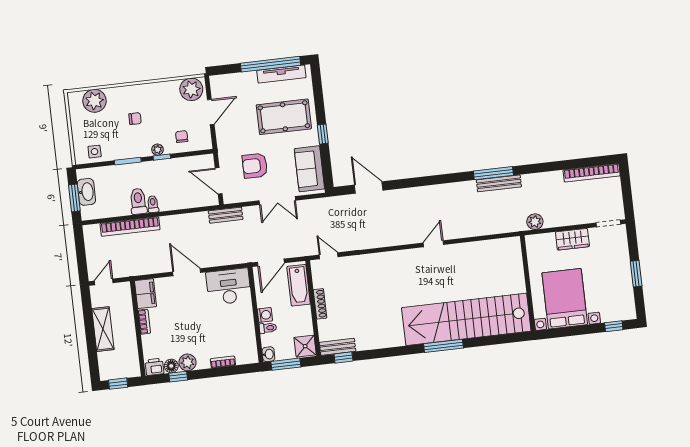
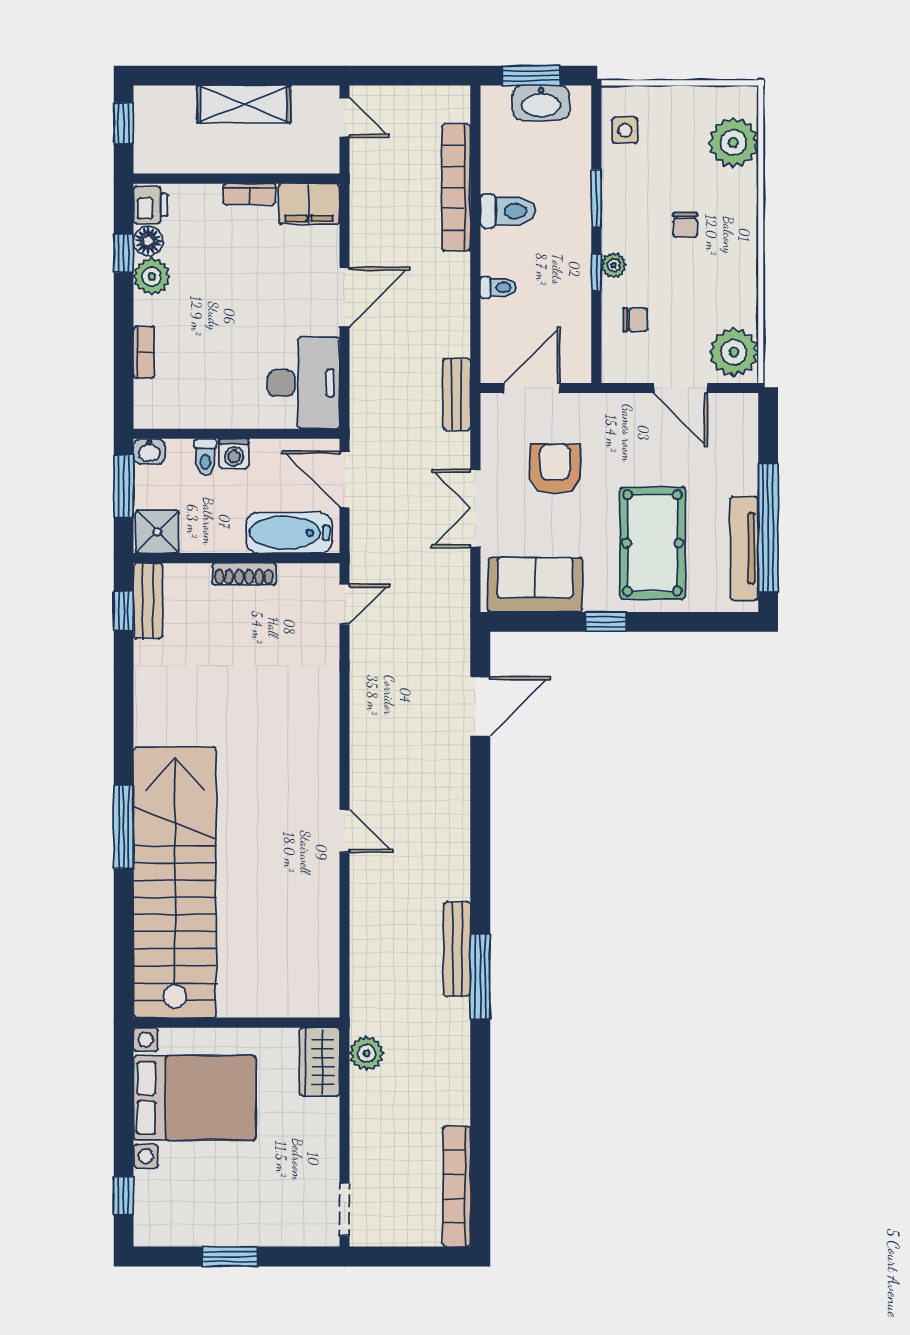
bench: (499, 183) -> (457, 949), moved
toilet: (153, 204) -> (498, 287), moved
wardrobe: (572, 239) -> (320, 1062), moved

